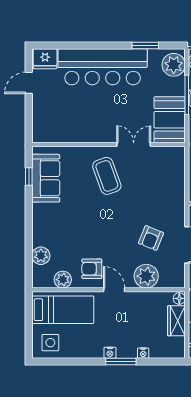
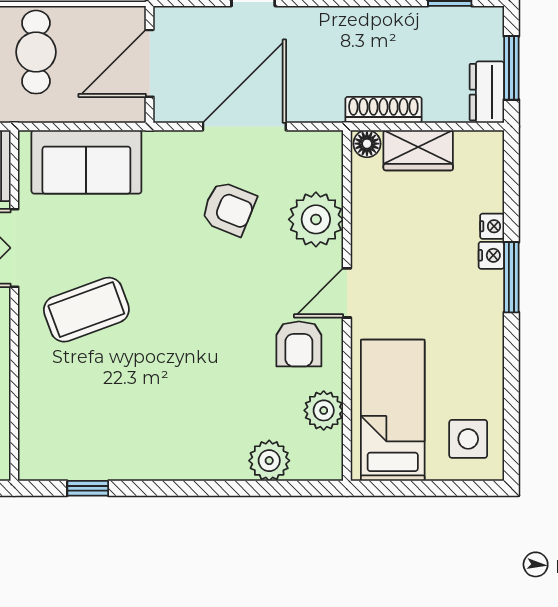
sofa: (46, 178) -> (86, 162), moved, turned 180
nightstand: (110, 353) -> (491, 255), moved

